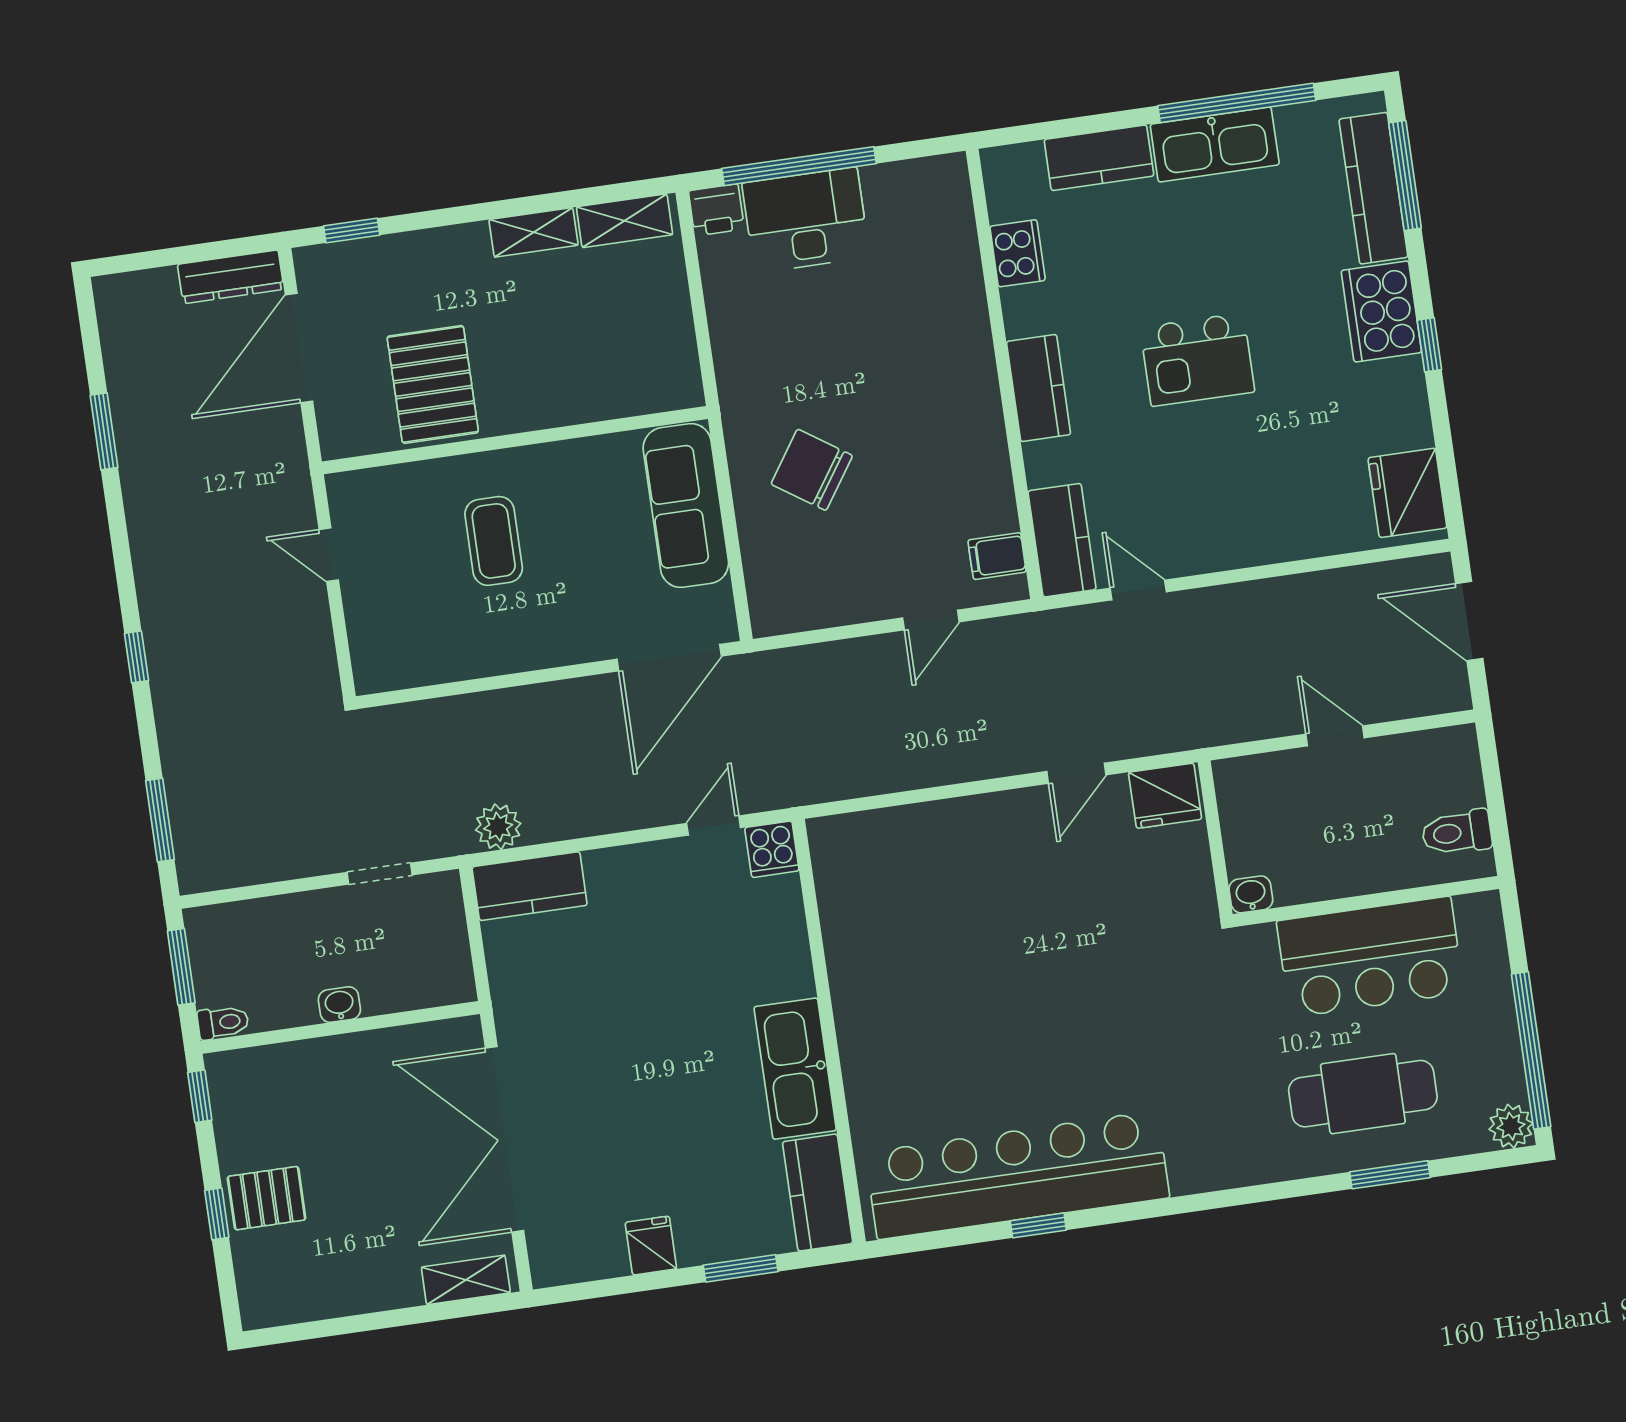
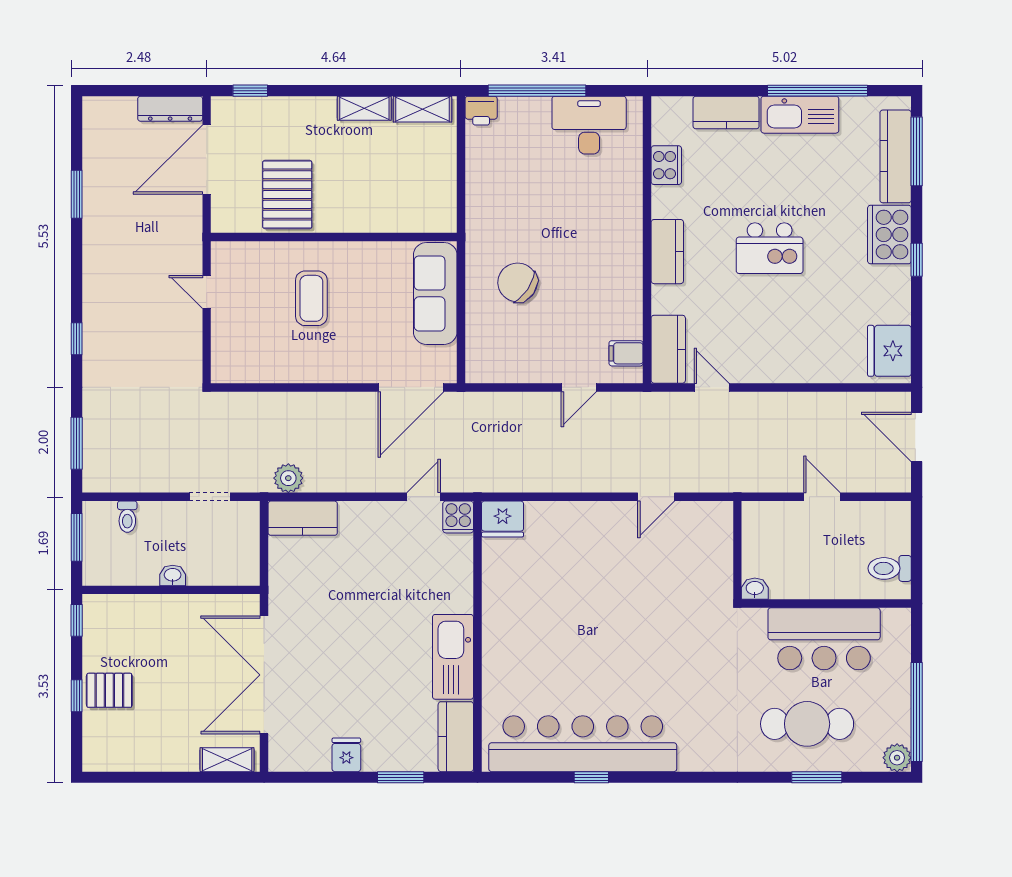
desk: (806, 220) -> (589, 125), moved
fridge: (1165, 796) -> (503, 519), moved
toilet: (223, 1022) -> (127, 517), moved, turned 90

